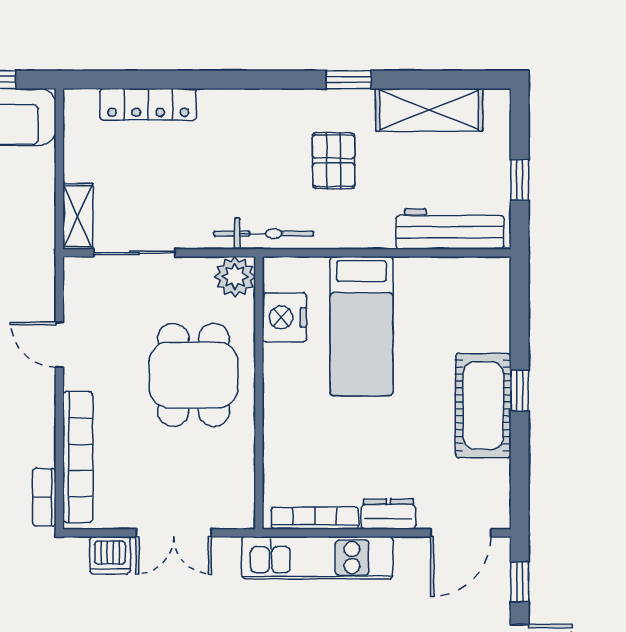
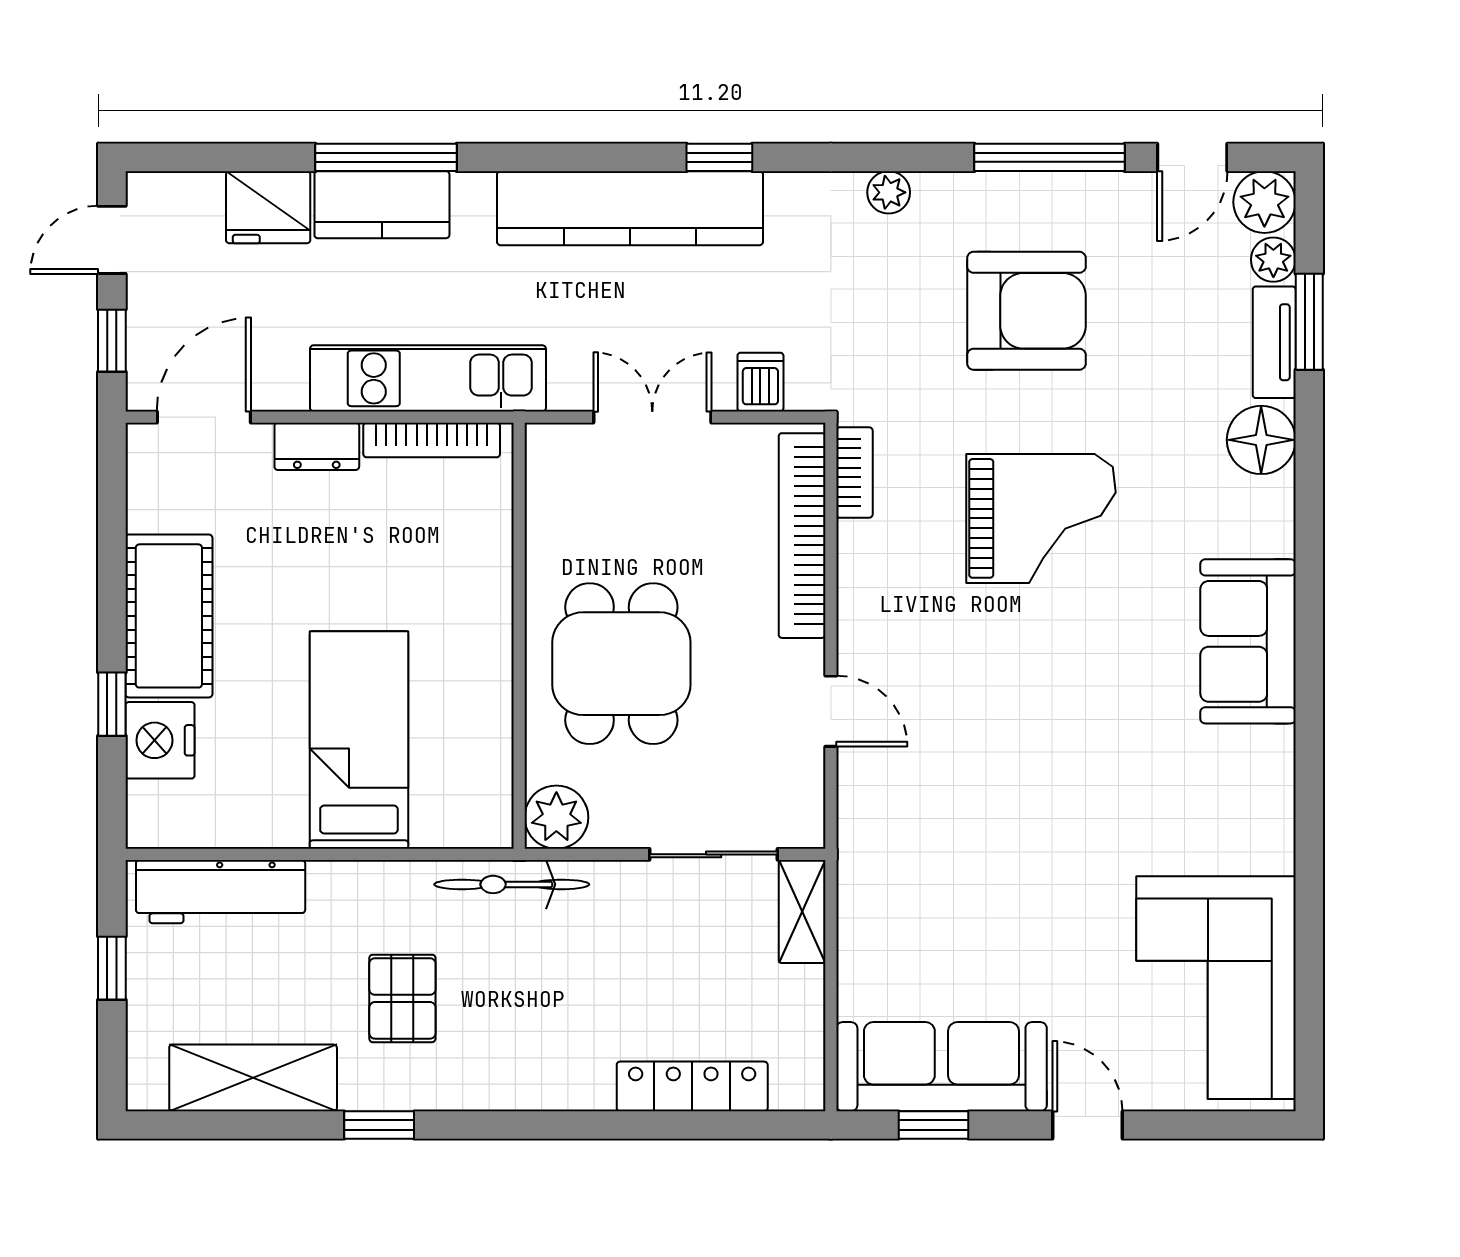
nightstand: (284, 317) -> (160, 740), moved, turned 180
window: (520, 391) -> (112, 704), moved
dishwasher: (110, 555) -> (760, 382), width x0.73

